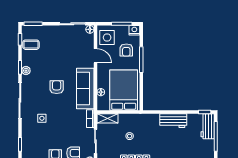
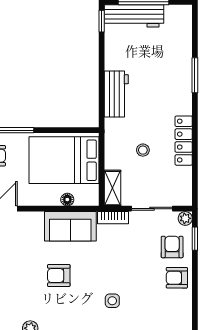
sofa: (85, 88) -> (70, 226), width x0.73
workbench: (173, 121) -> (116, 94), moved
workbench: (208, 126) -> (134, 16), width x1.38

